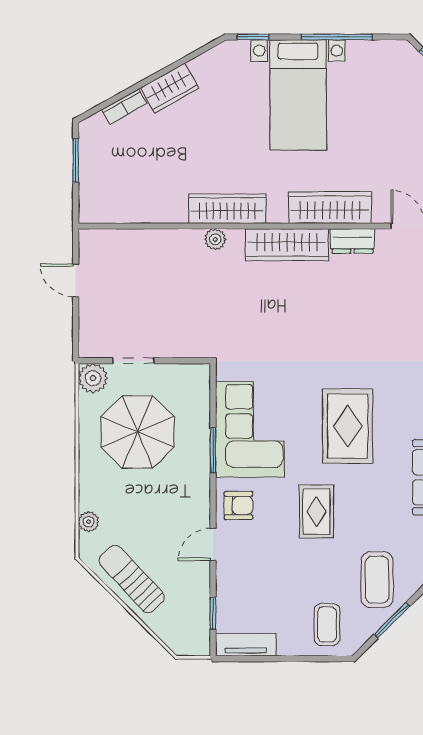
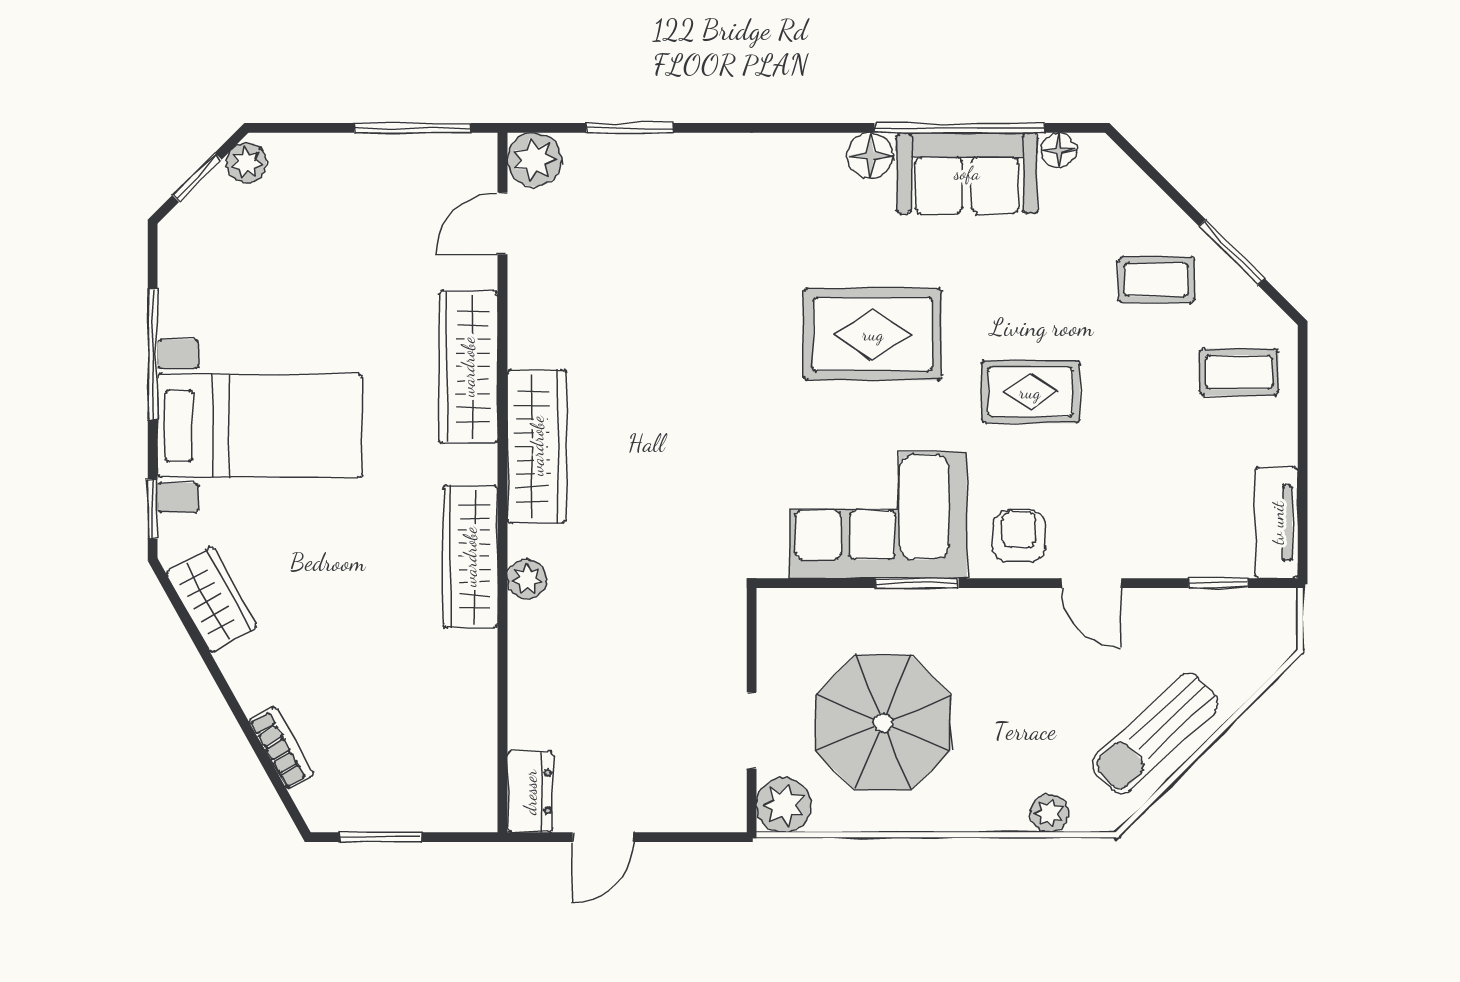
wardrobe: (170, 88) -> (211, 600), moved
dresser: (352, 241) -> (530, 792), moved
coffee table: (377, 580) -> (1156, 280), width x0.73, depth x0.77

